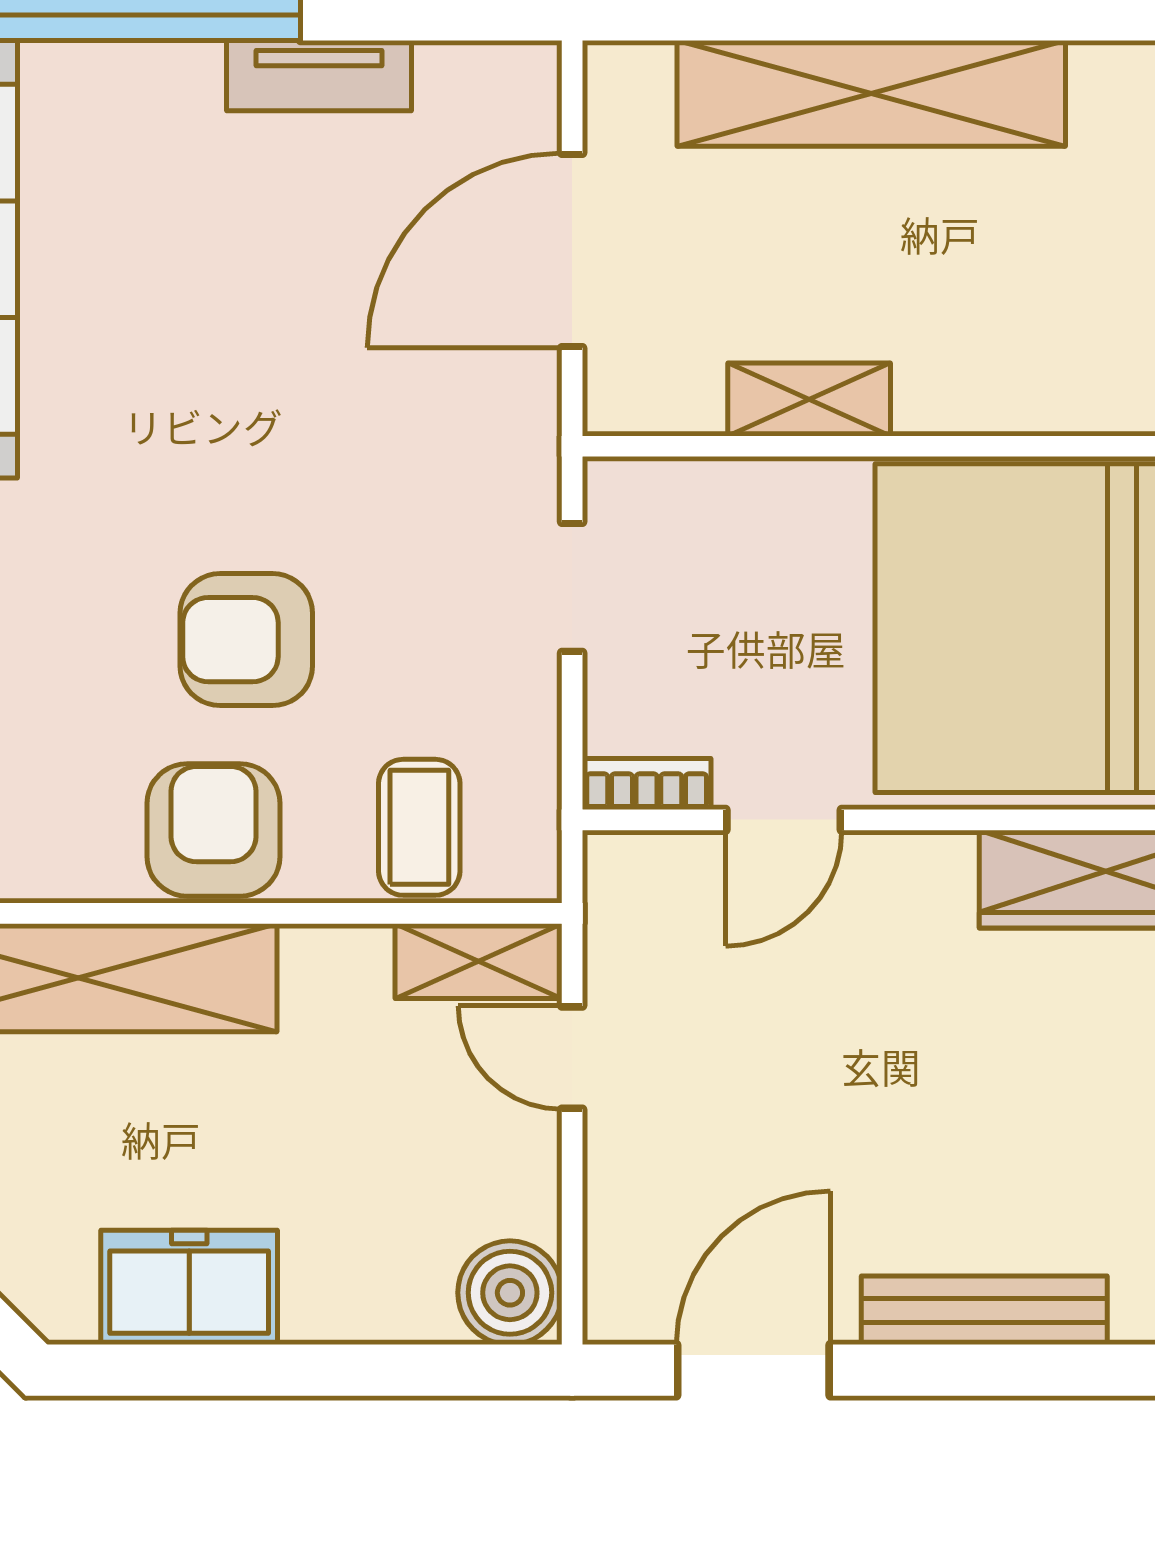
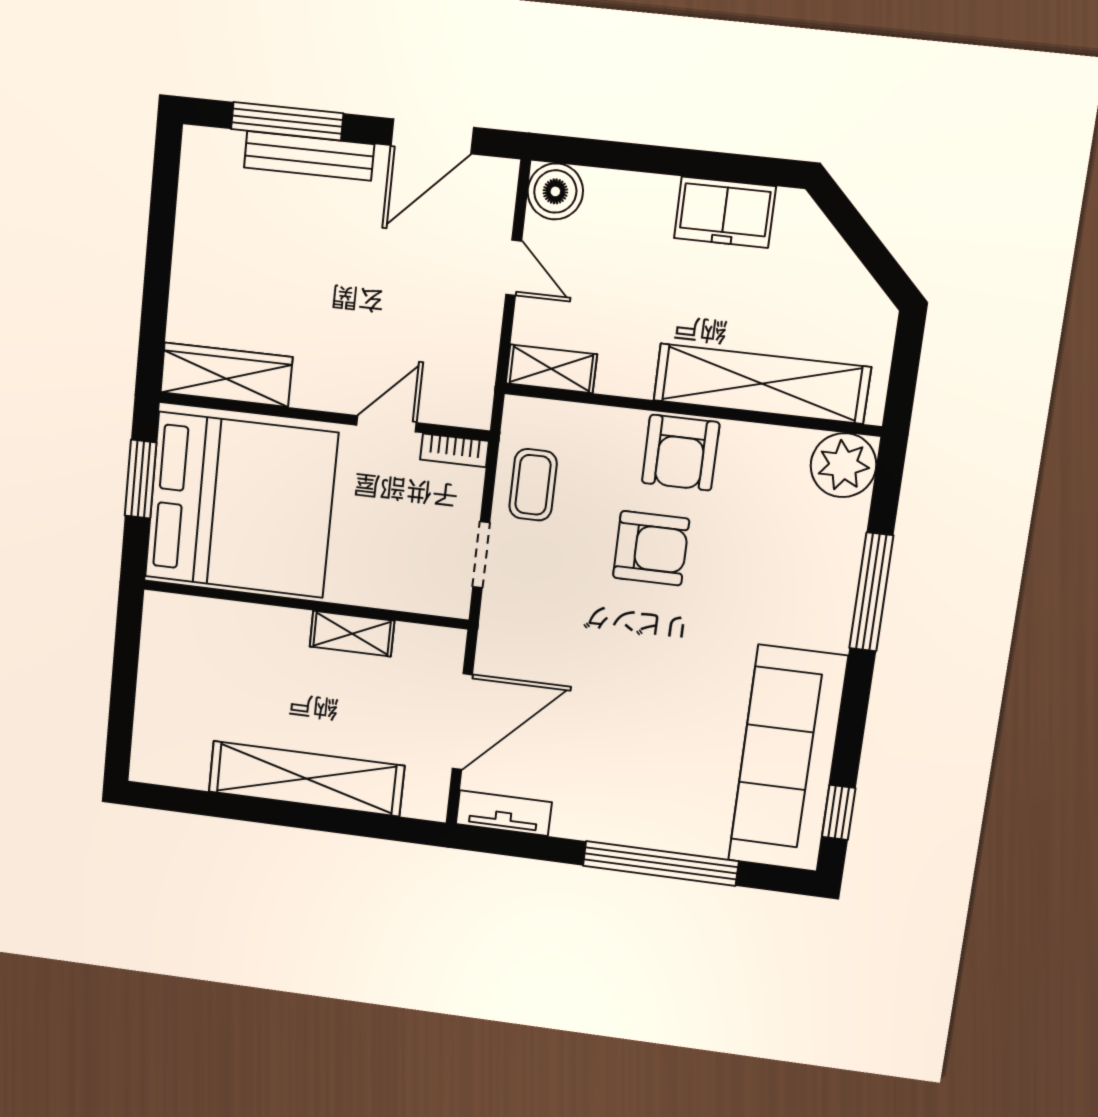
tv unit: (319, 76) -> (504, 813), moved
coffee table: (419, 827) -> (533, 485), moved
door: (572, 1058) -> (514, 268), moved
window: (1032, 1370) -> (287, 121), added

